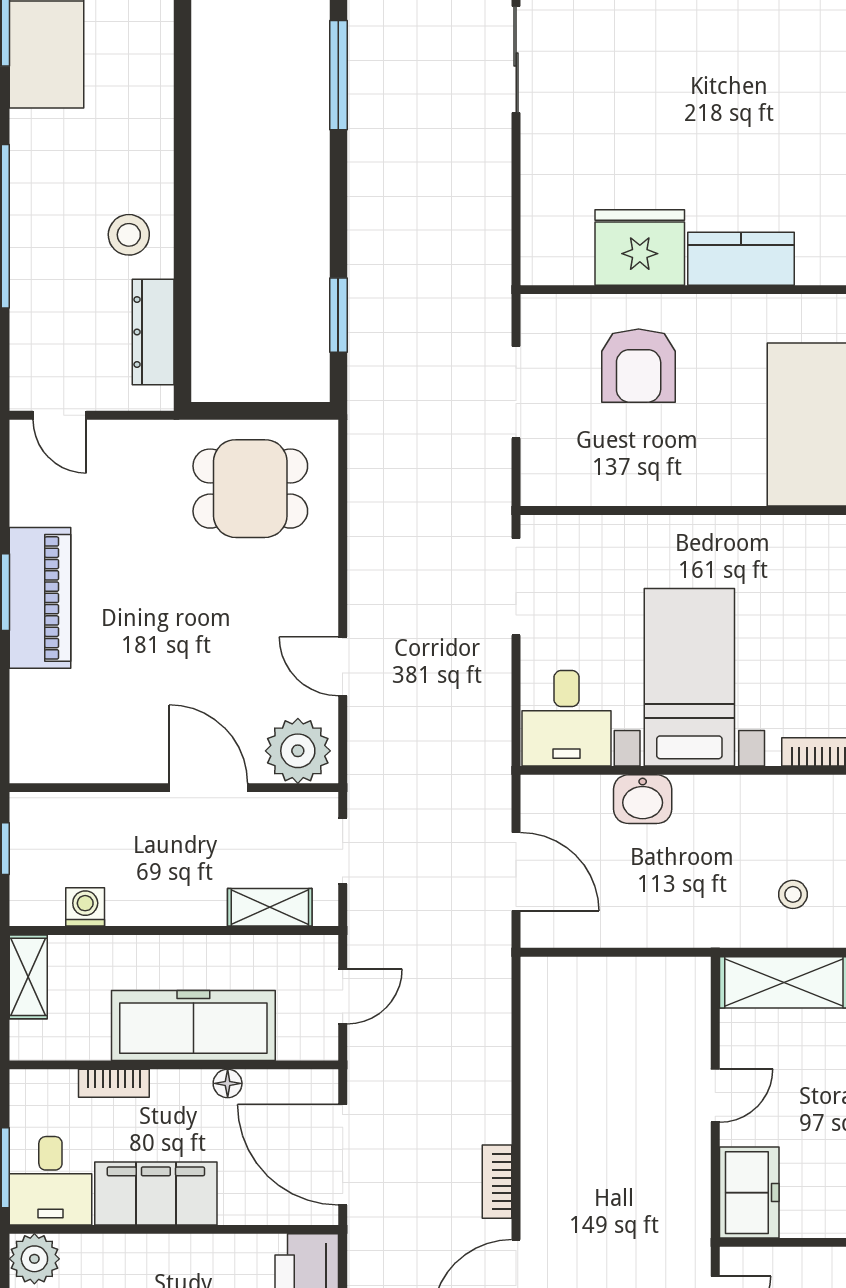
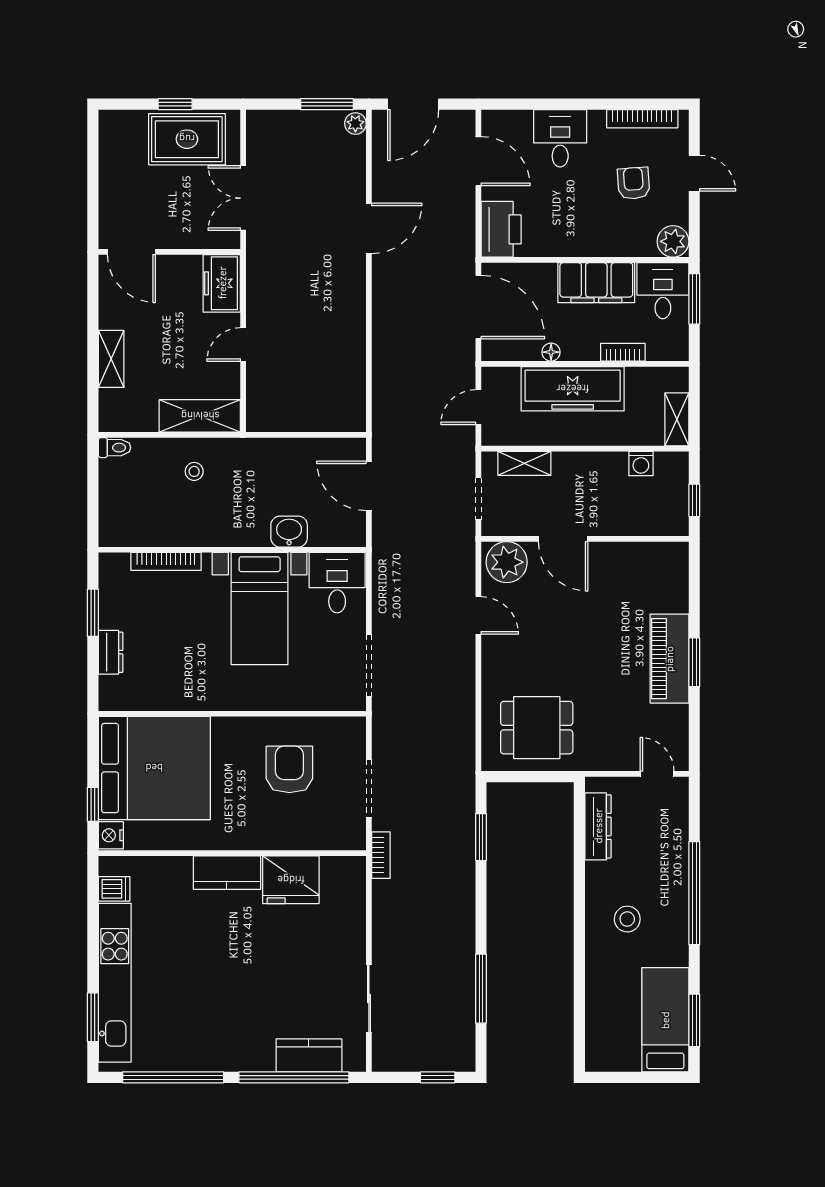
stool: (129, 235) -> (627, 919), moved
armchair: (639, 366) -> (289, 769), moved
bookcase: (497, 1182) -> (381, 855), moved

